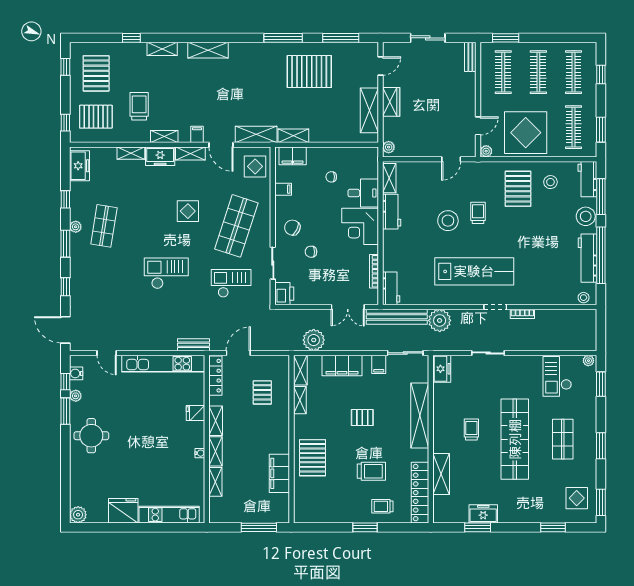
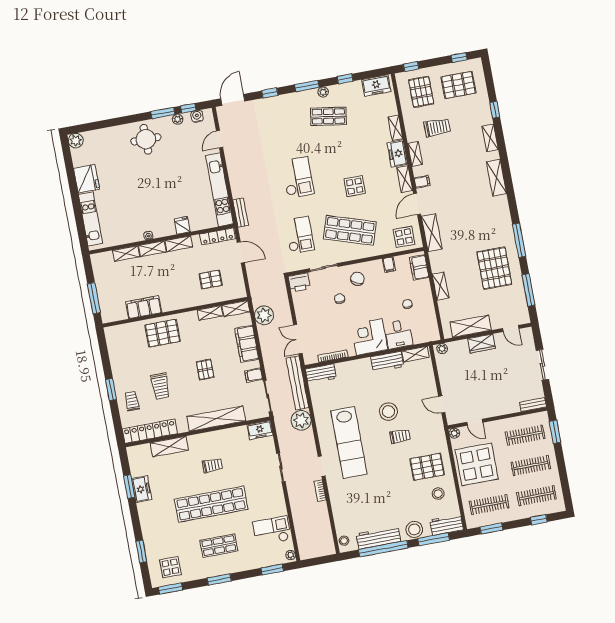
shelving: (293, 136) -> (440, 286), moved

